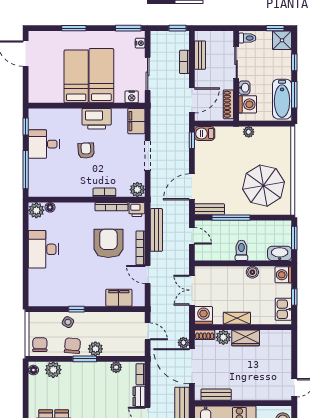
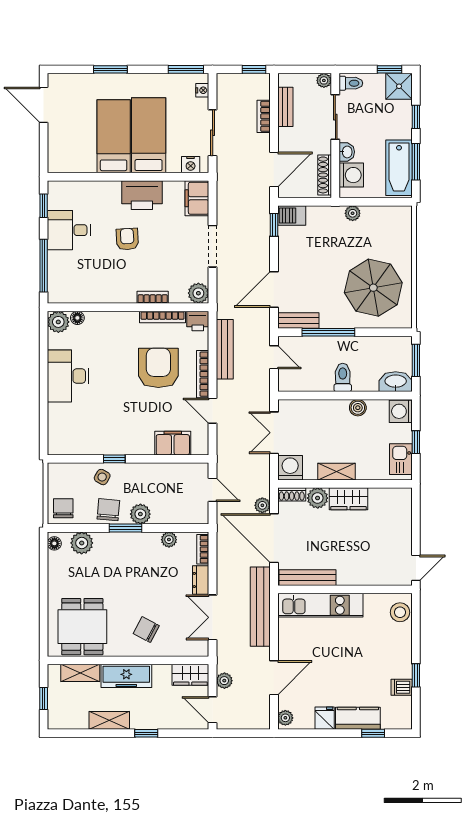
plant: (228, 36) -> (324, 80), added
bench: (216, 395) -> (307, 578), width x1.36

